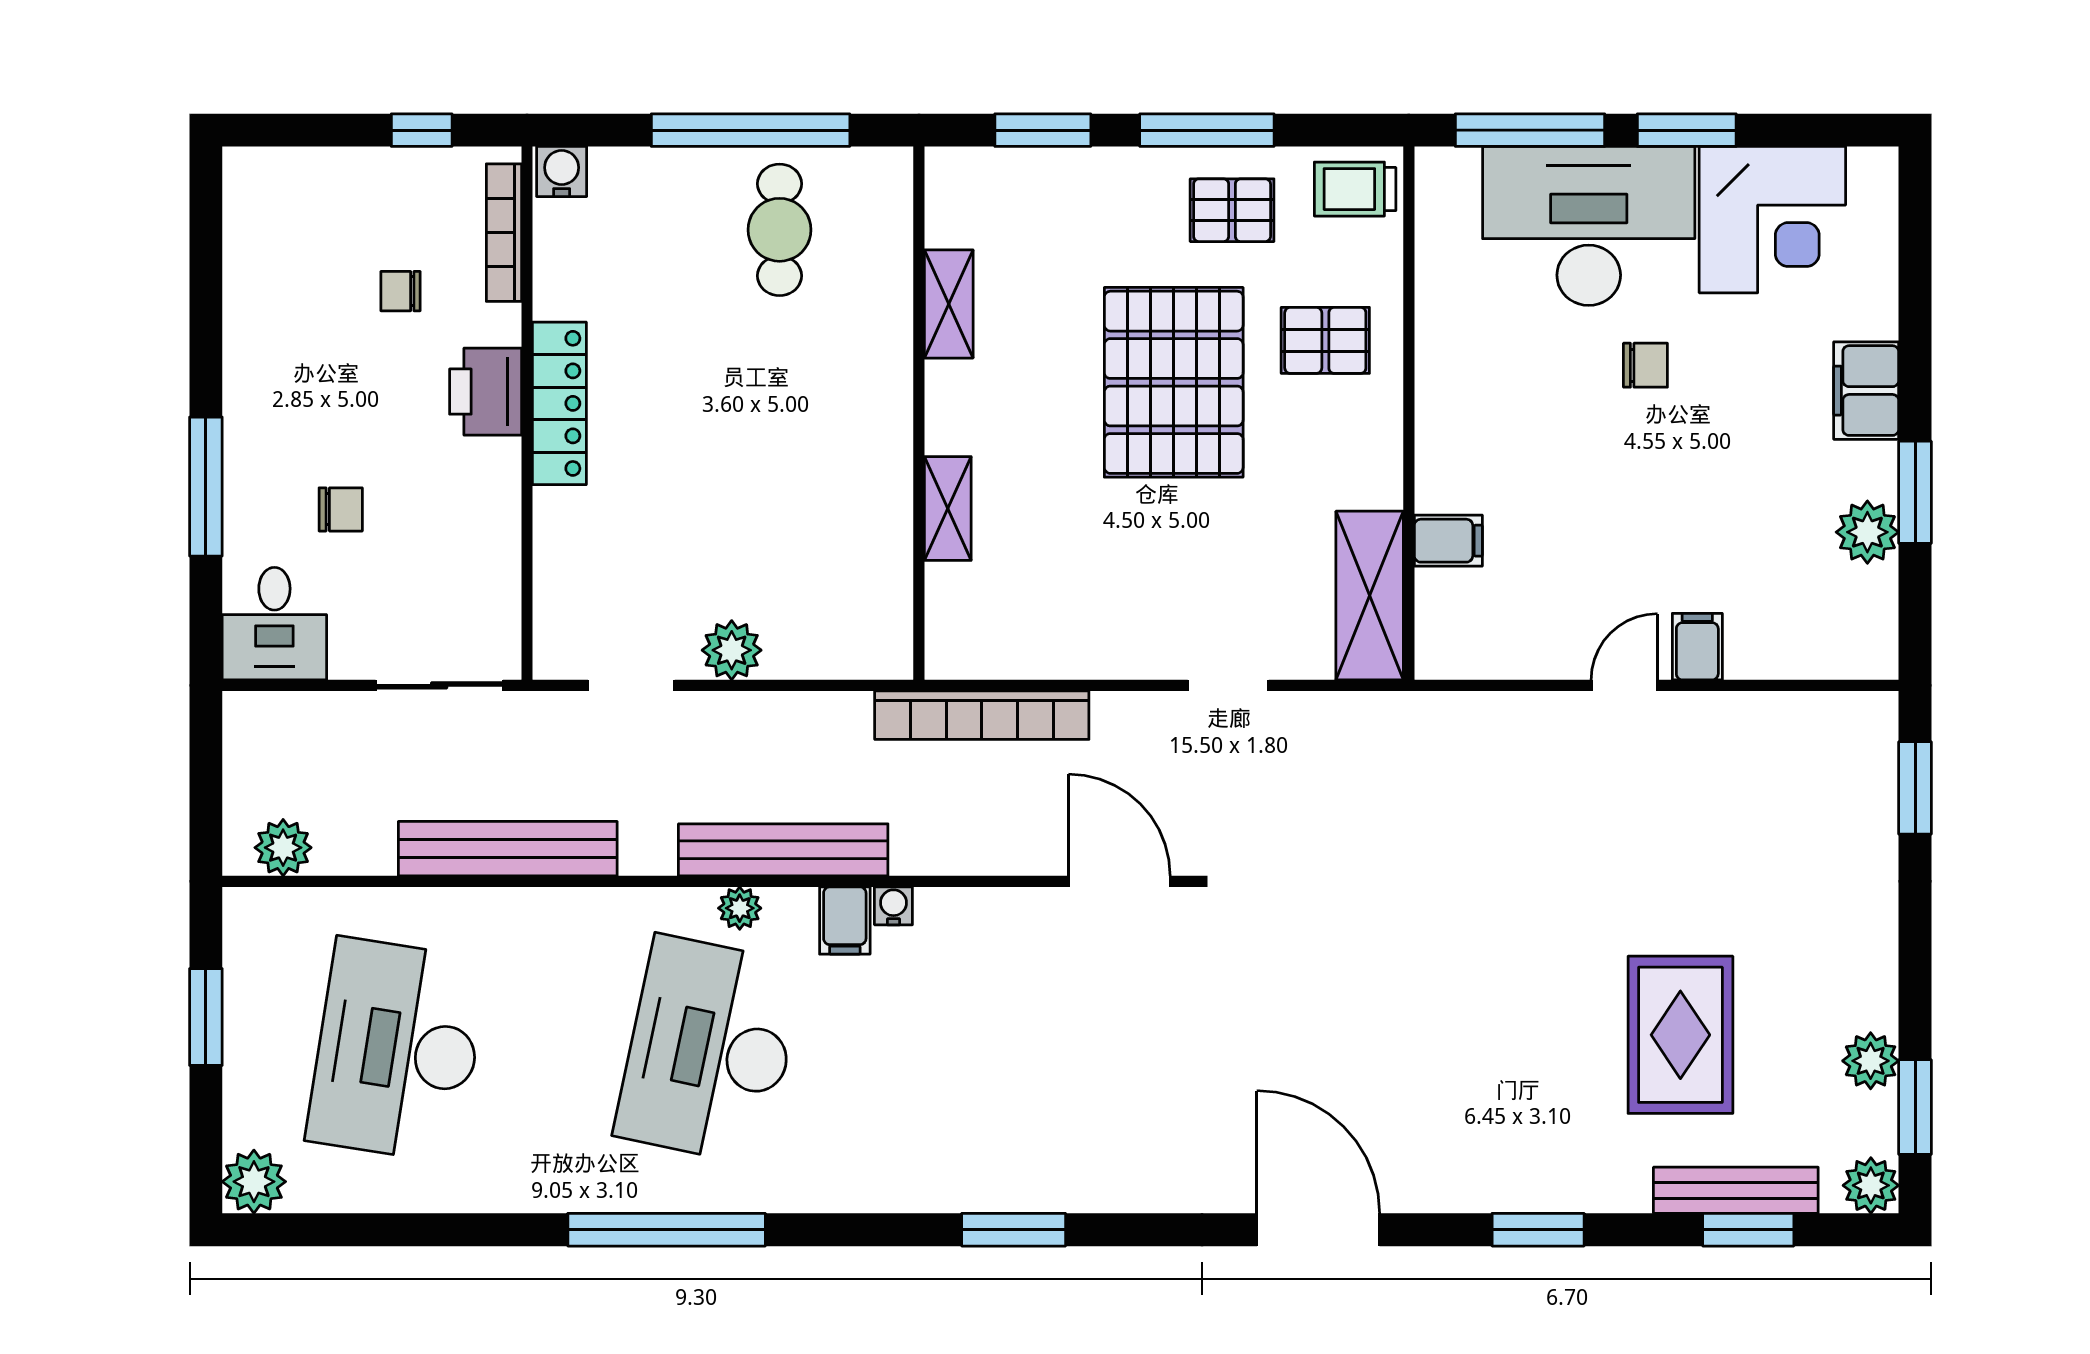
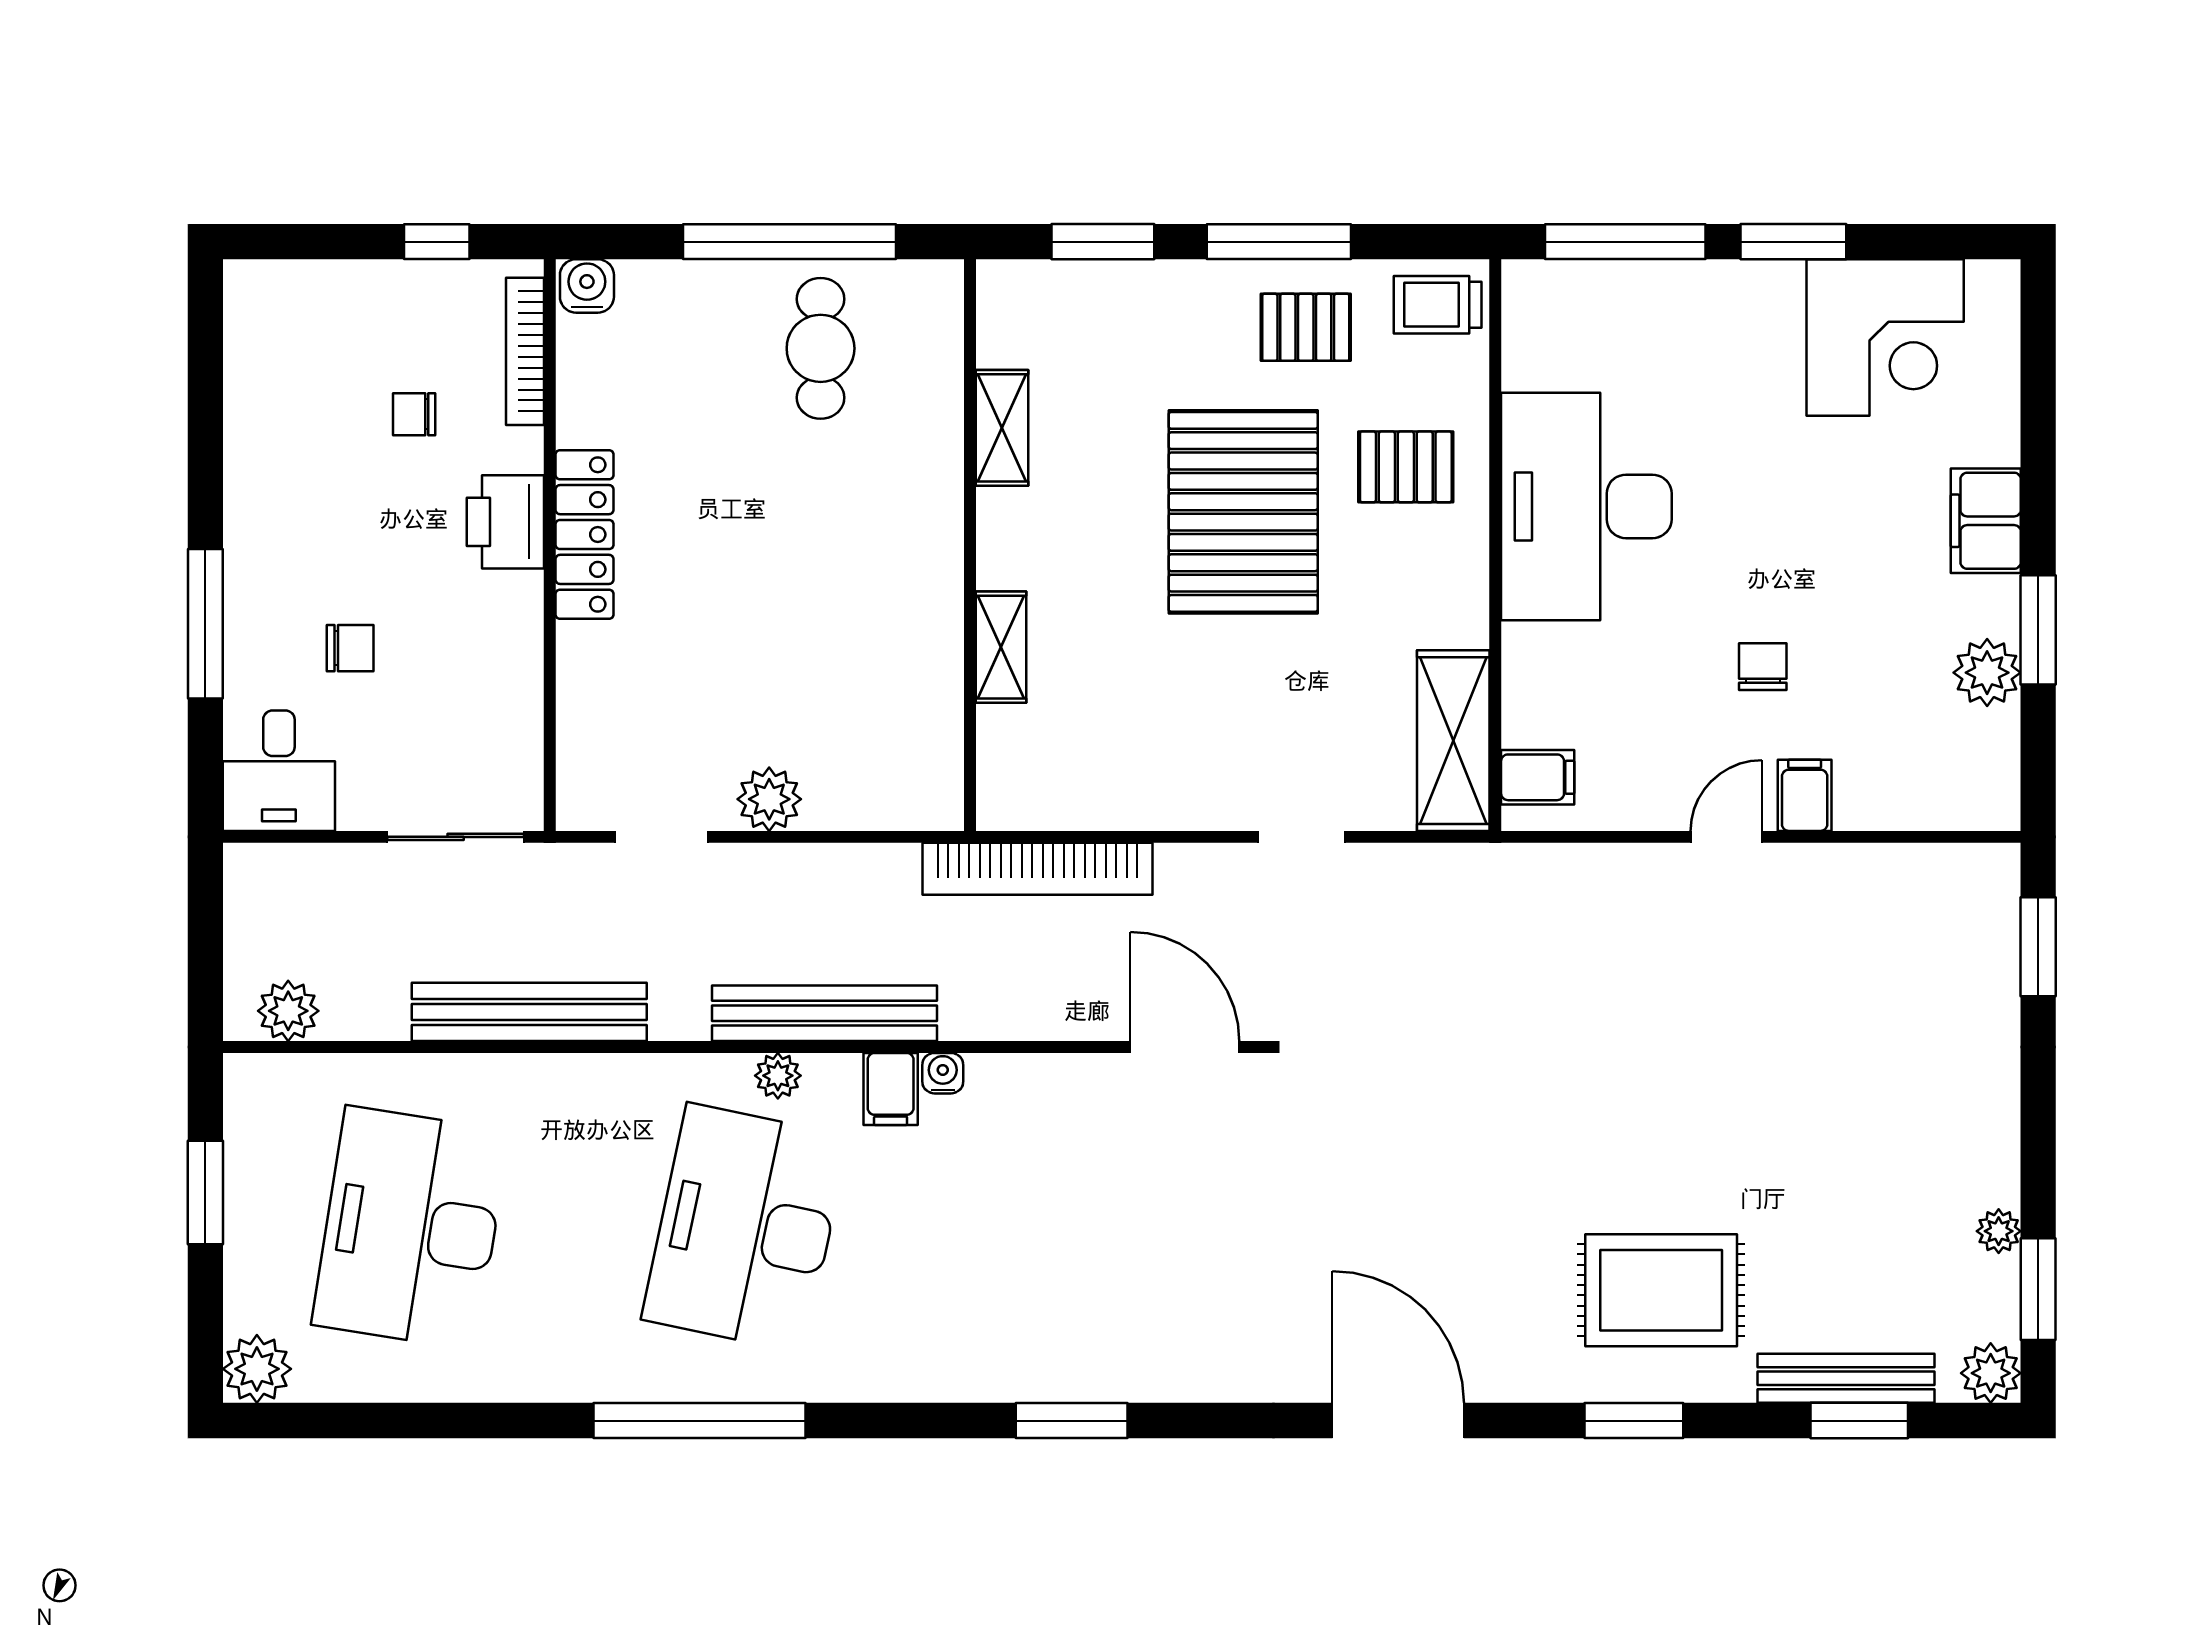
desk: (1589, 226) -> (1586, 506), moved, turned -90
chair: (1645, 365) -> (1763, 667), moved, turned -90
filing cabinet: (1448, 541) -> (1538, 777), moved
rug: (1680, 1035) -> (1661, 1290), moved, turned 90
plant: (1871, 1061) -> (1999, 1231), width x0.73, depth x0.73

